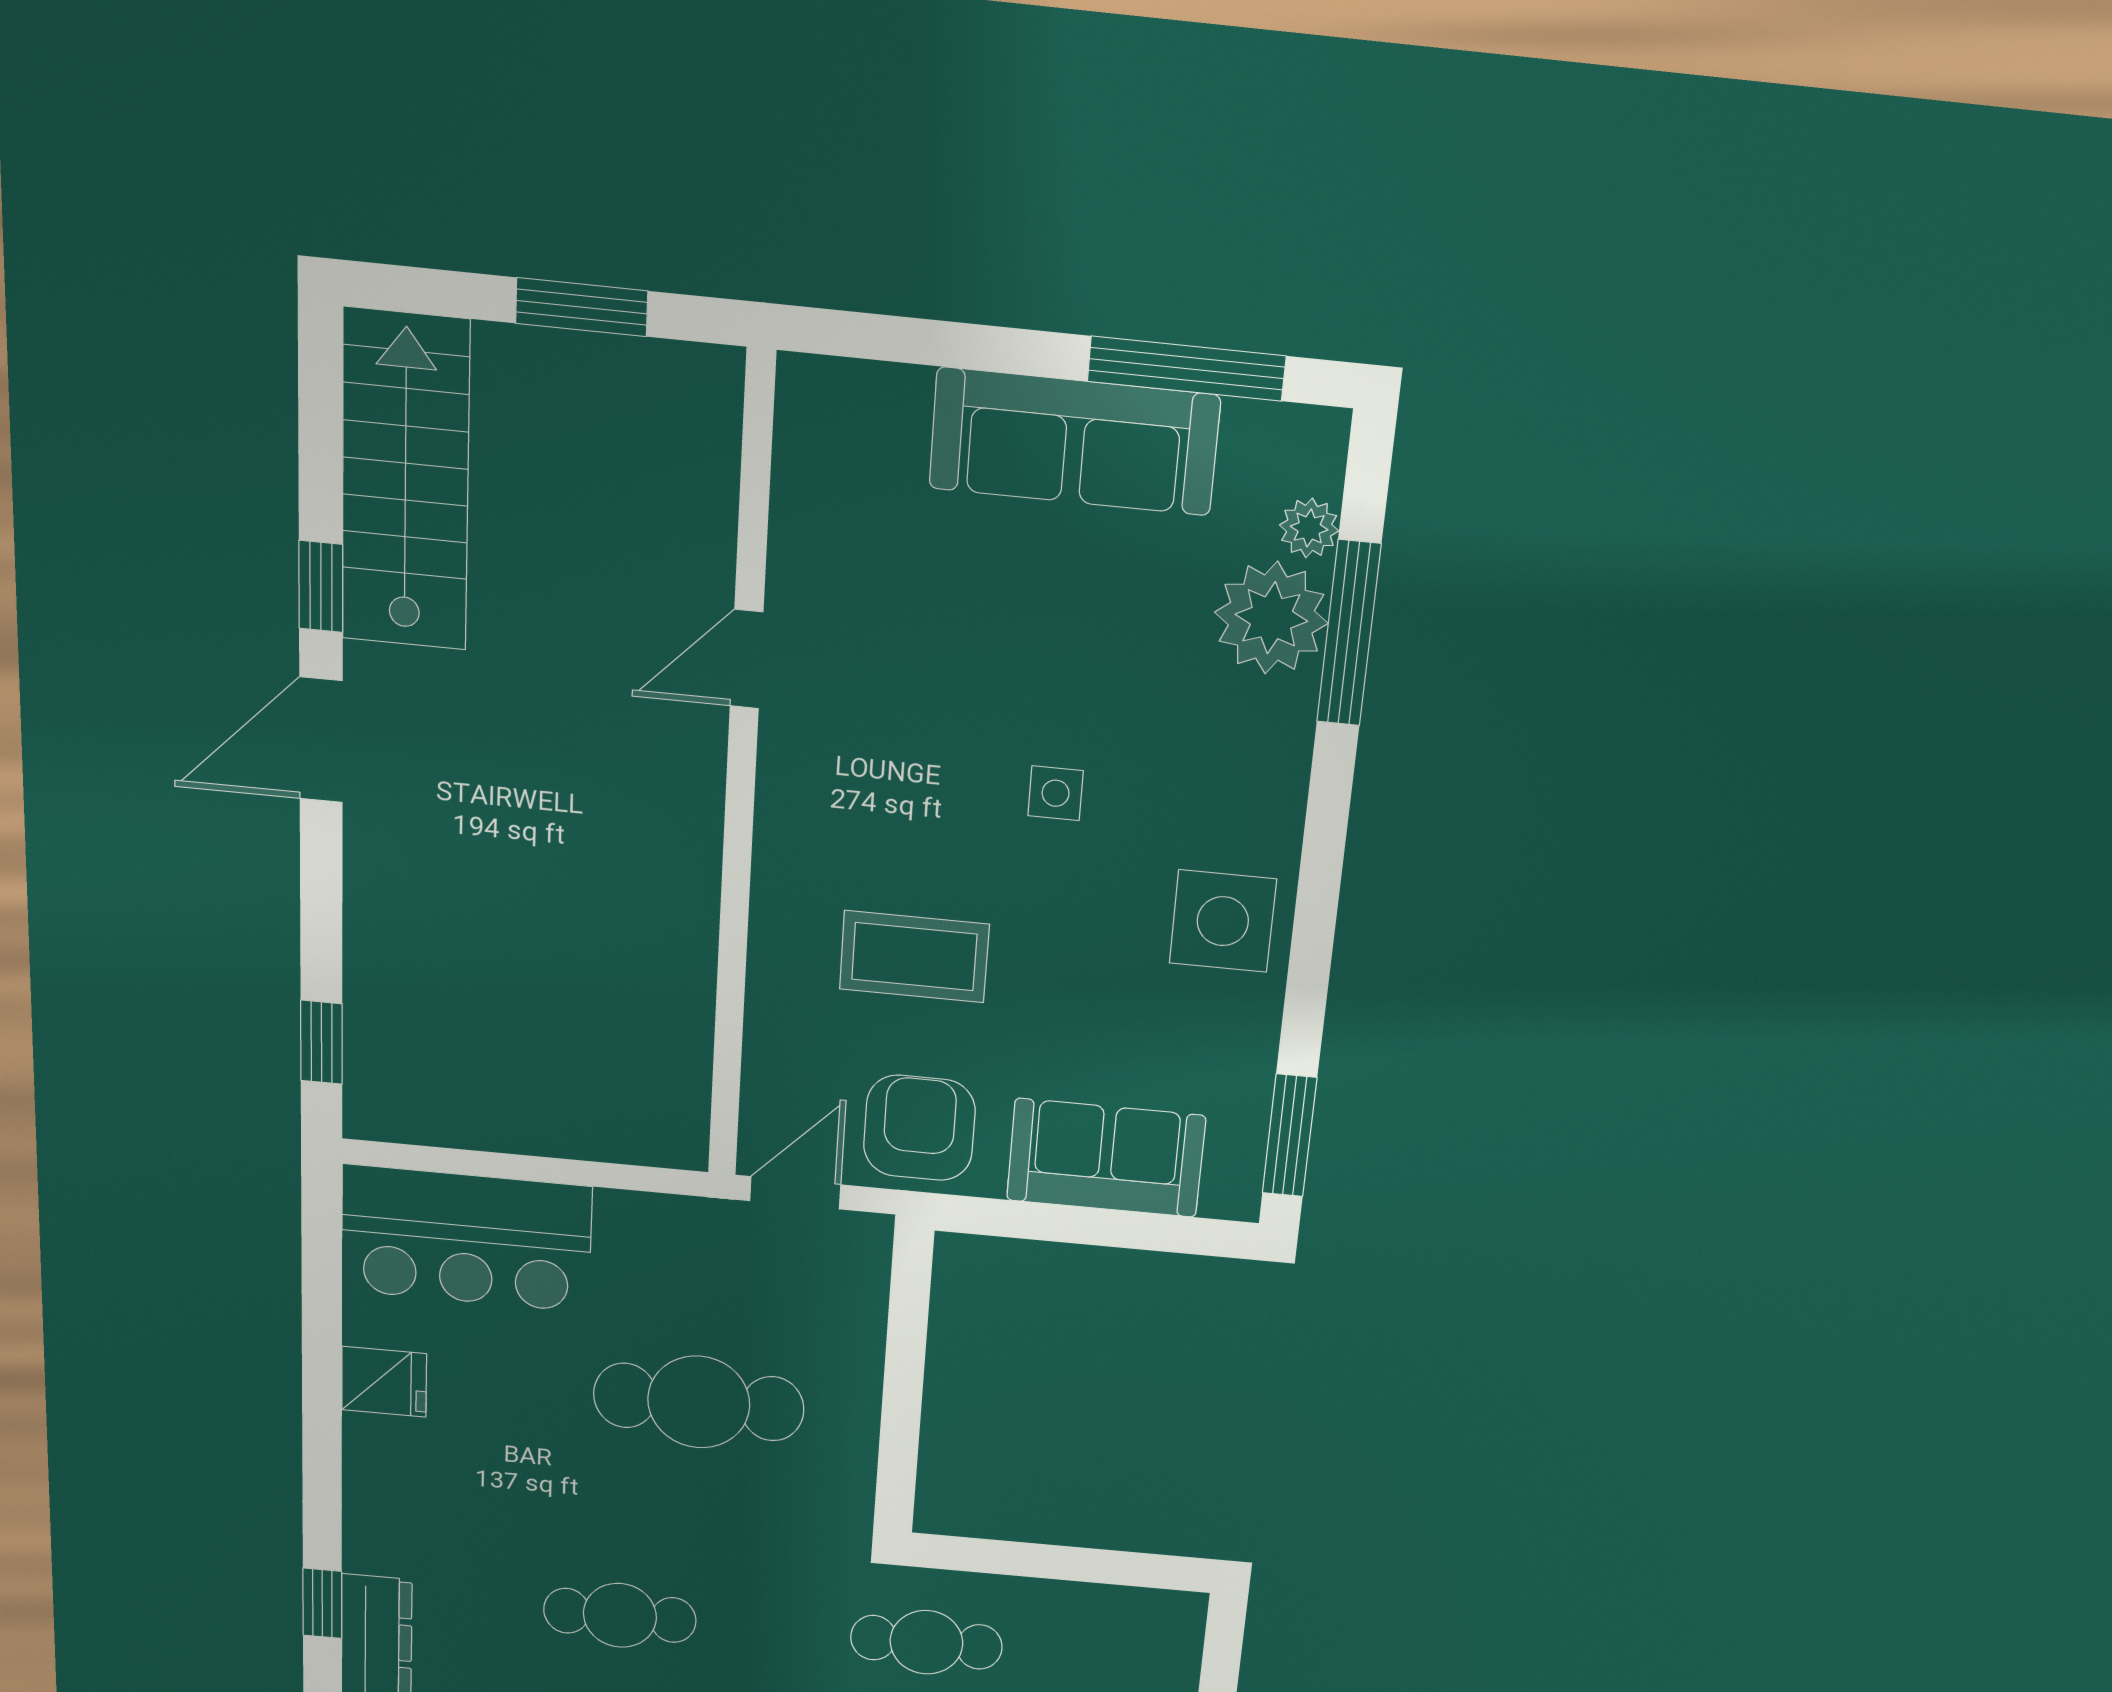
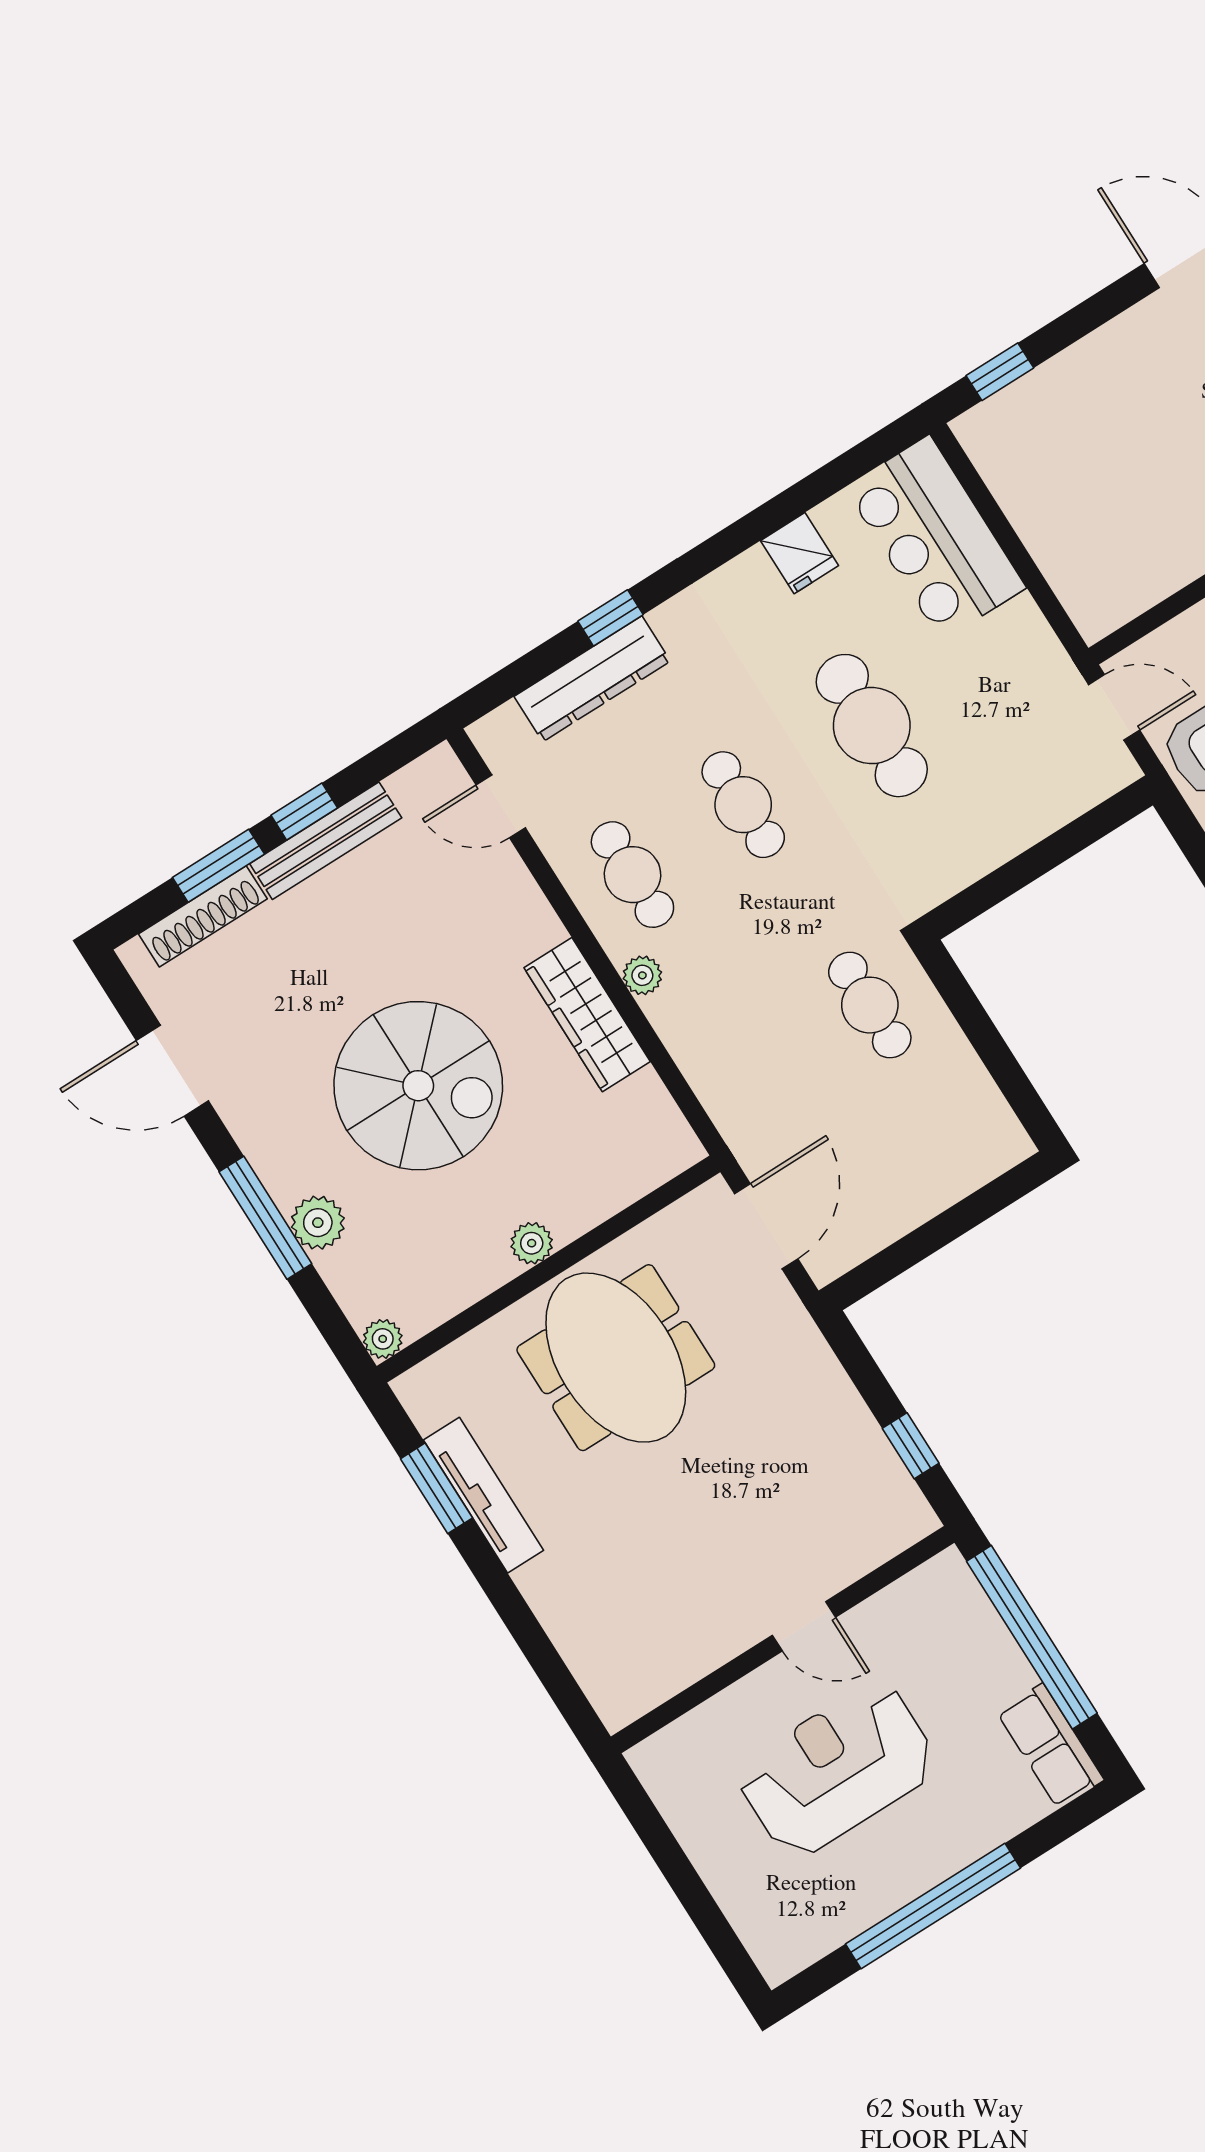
cafe table: (699, 1402) -> (872, 726), moved

